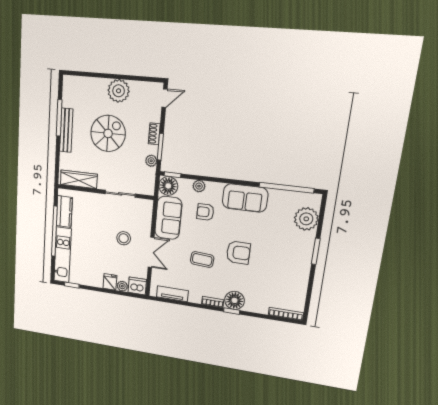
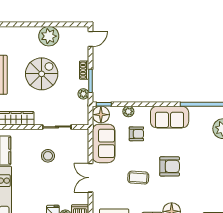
armchair: (205, 212) -> (136, 134), turned 180
stool: (124, 238) -> (48, 156), moved
double door: (151, 252) -> (90, 178), swing flipped

